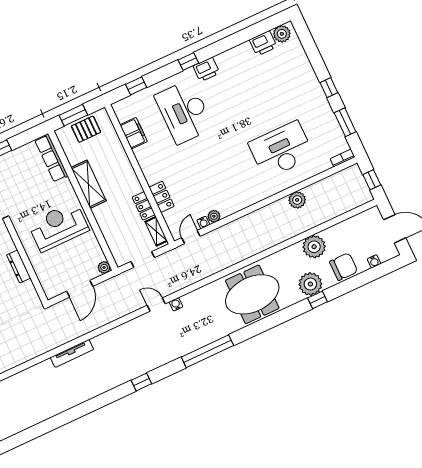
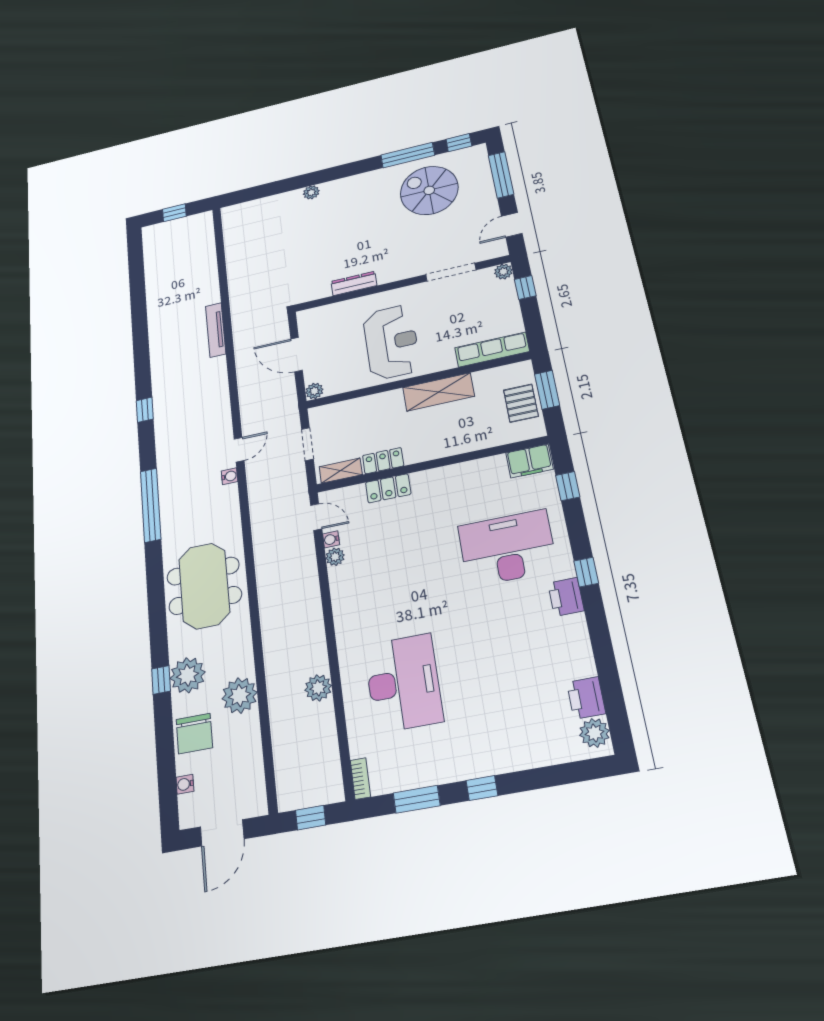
filing cabinet: (134, 133) -> (529, 461), moved

